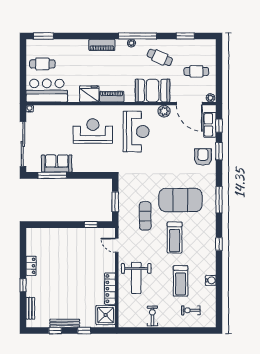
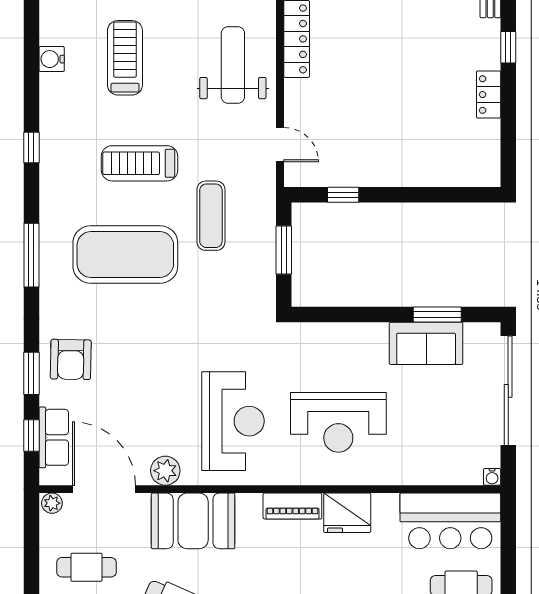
reception desk: (136, 132) -> (233, 421), turned 180
window: (52, 175) -> (437, 314), width x0.69
treadmill: (175, 238) -> (140, 163), turned -90

